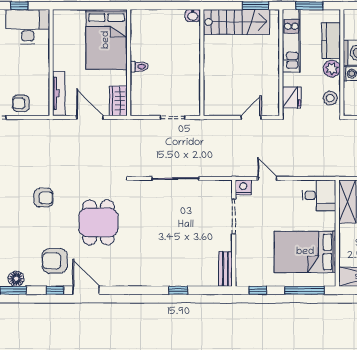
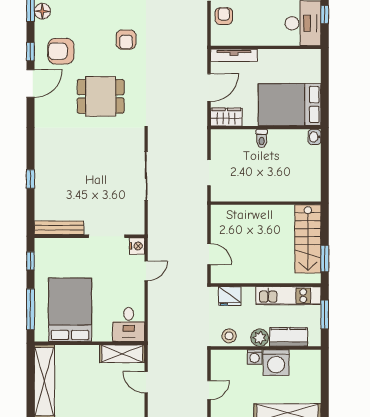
washbasin: (193, 15) -> (315, 137), moved
armchair: (55, 261) -> (61, 51), turned -90
bench: (226, 269) -> (59, 228), width x1.36

